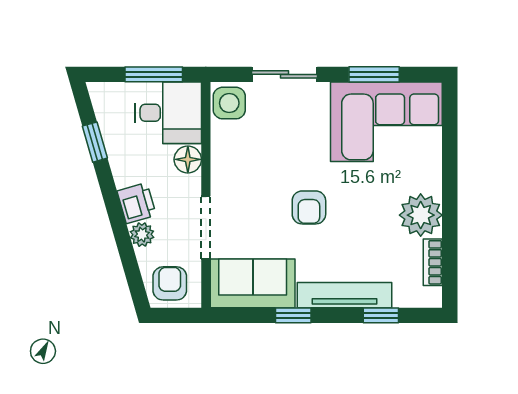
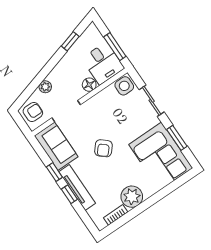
printer: (137, 203) -> (57, 76), removed
armchair: (309, 207) -> (103, 148), turned -49
window: (381, 315) -> (69, 194), moved

